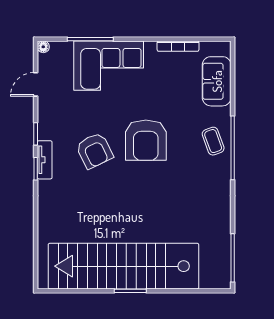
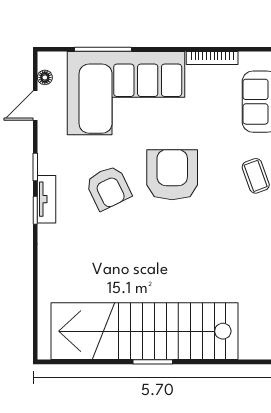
floor lamp: (43, 47) -> (45, 77), moved
corner sofa: (109, 66) -> (126, 93), width x1.36, depth x1.36
armchair: (146, 140) -> (172, 175), turned 180

